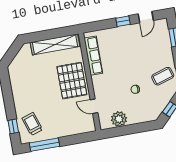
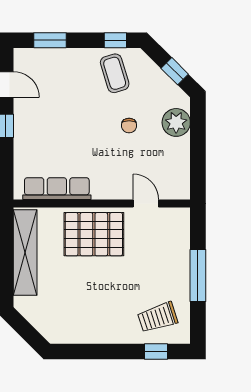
door: (94, 106) -> (146, 204), swing flipped
plant: (119, 119) -> (176, 122), moved
window: (45, 145) -> (198, 276), moved

